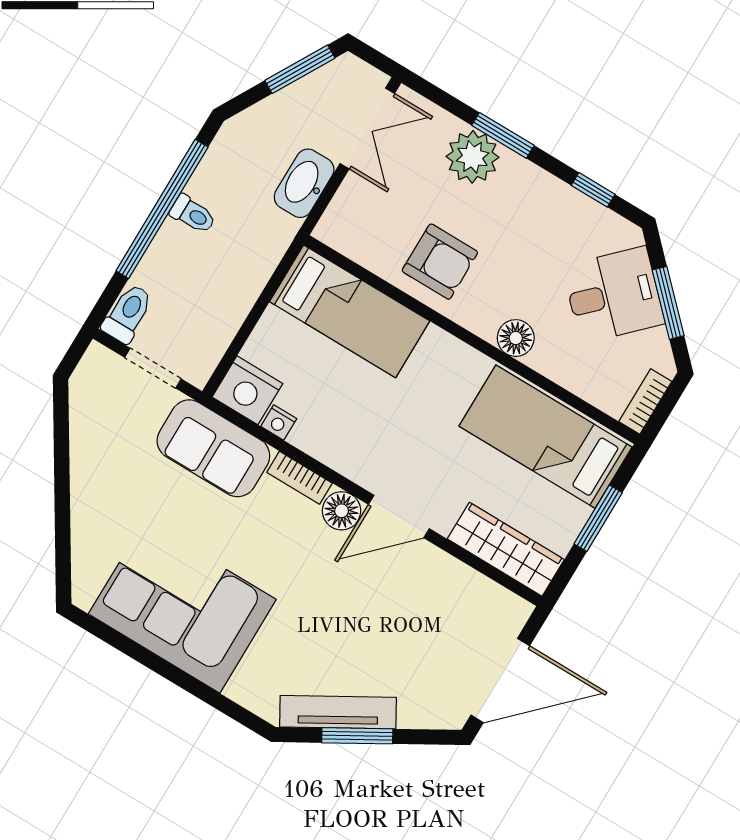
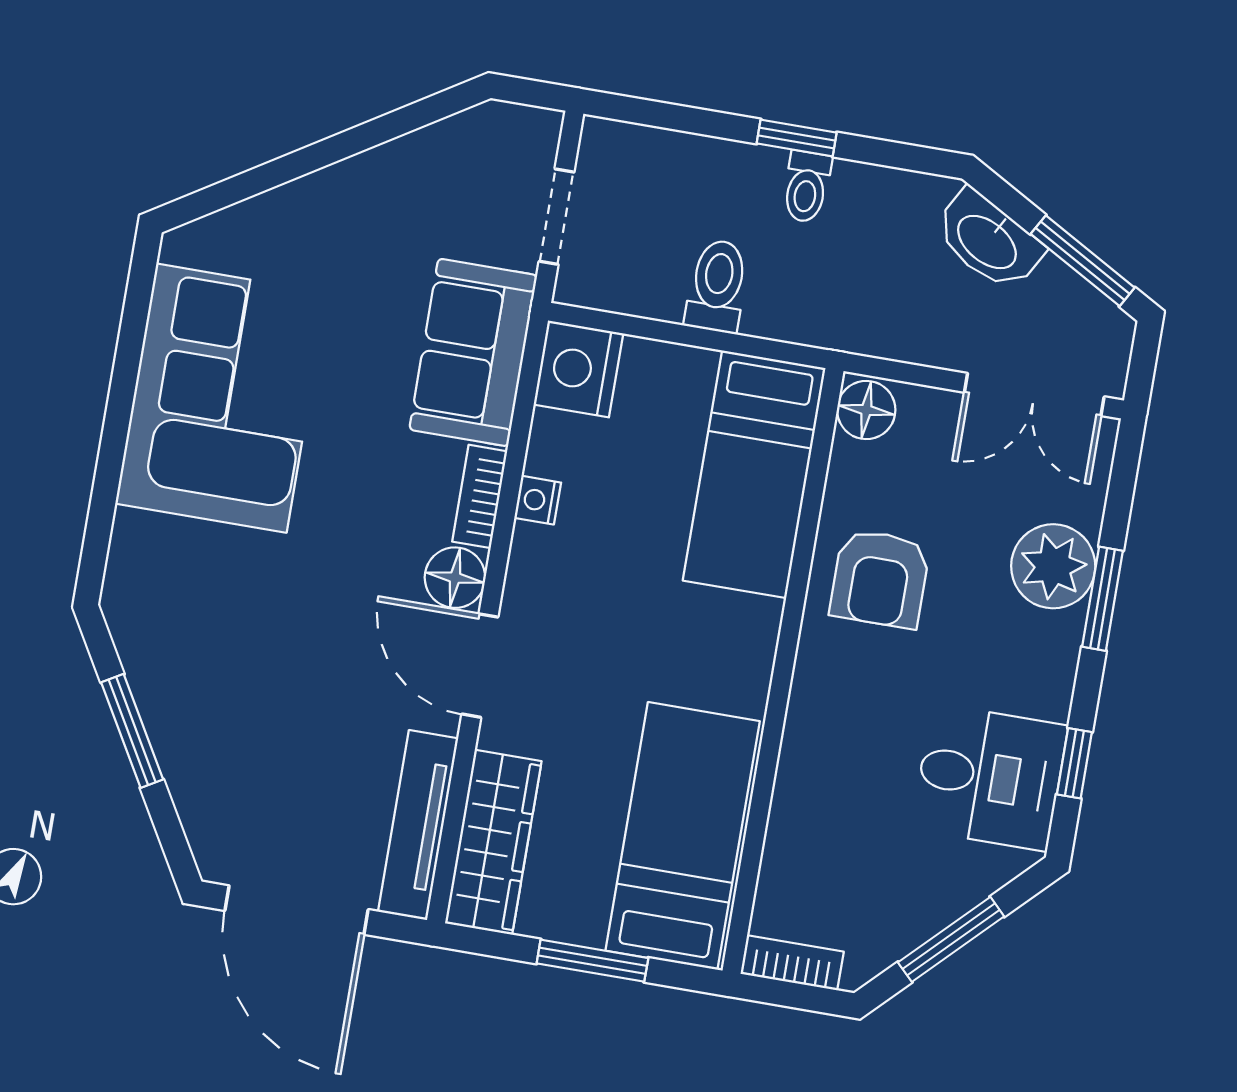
washbasin: (304, 183) -> (988, 241), moved, turned -151
window: (162, 209) -> (797, 138), width x0.32
desk: (613, 295) -> (990, 777), moved, turned -45
toilet: (128, 313) -> (717, 286), moved, turned -90
floor lamp: (516, 338) -> (866, 410), moved
nightstand: (279, 423) -> (538, 500), moved
tv unit: (338, 712) -> (418, 825), moved, turned -150

